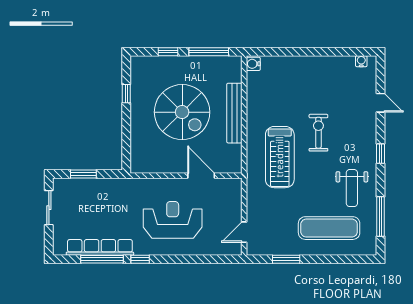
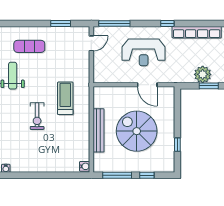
treadmill: (280, 157) -> (65, 98), width x0.73, depth x0.73
door: (201, 176) -> (147, 85), moved
plant: (92, 190) -> (203, 74), added
exercise mat: (329, 228) -> (29, 46), width x0.73, depth x0.69
window: (102, 259) -> (114, 24), moved

